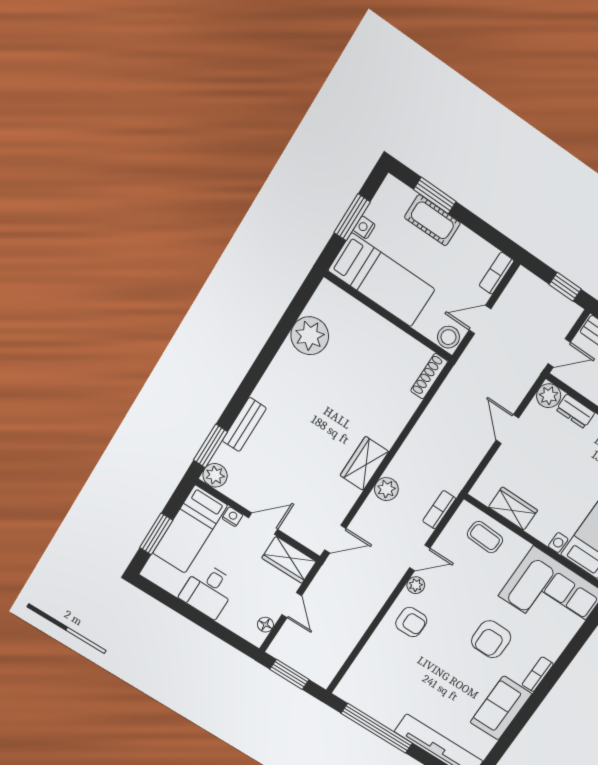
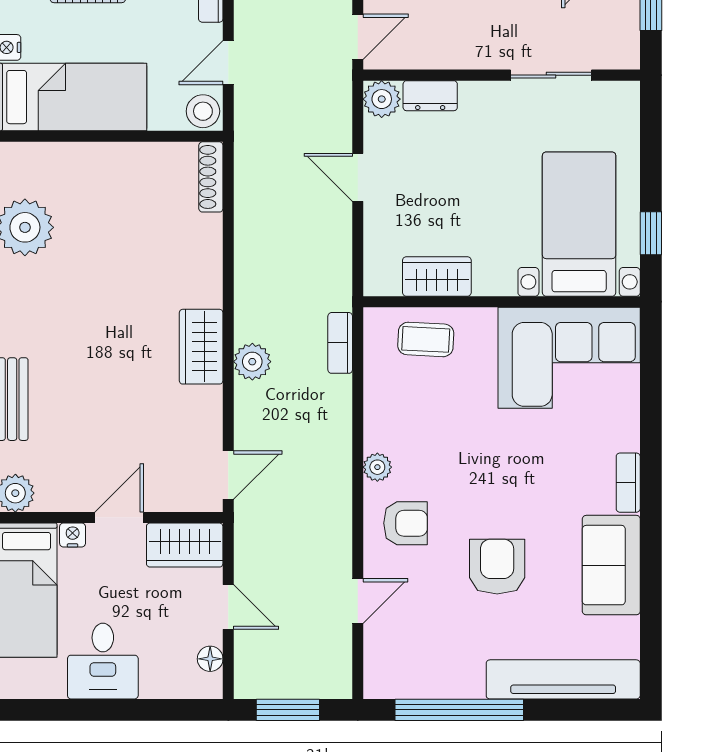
door: (420, 558) -> (358, 601), moved
armchair: (491, 639) -> (497, 567), moved, turned 180

